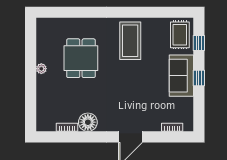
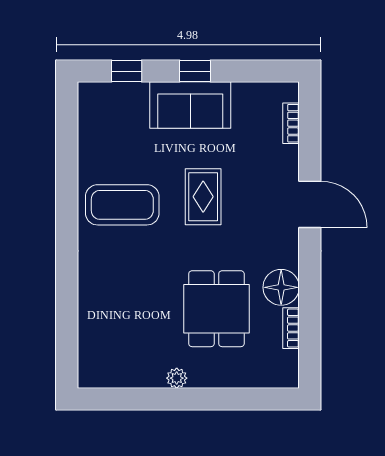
rug: (180, 35) -> (203, 197), moved, turned 90
dining table: (81, 58) -> (216, 309), moved, turned 90

